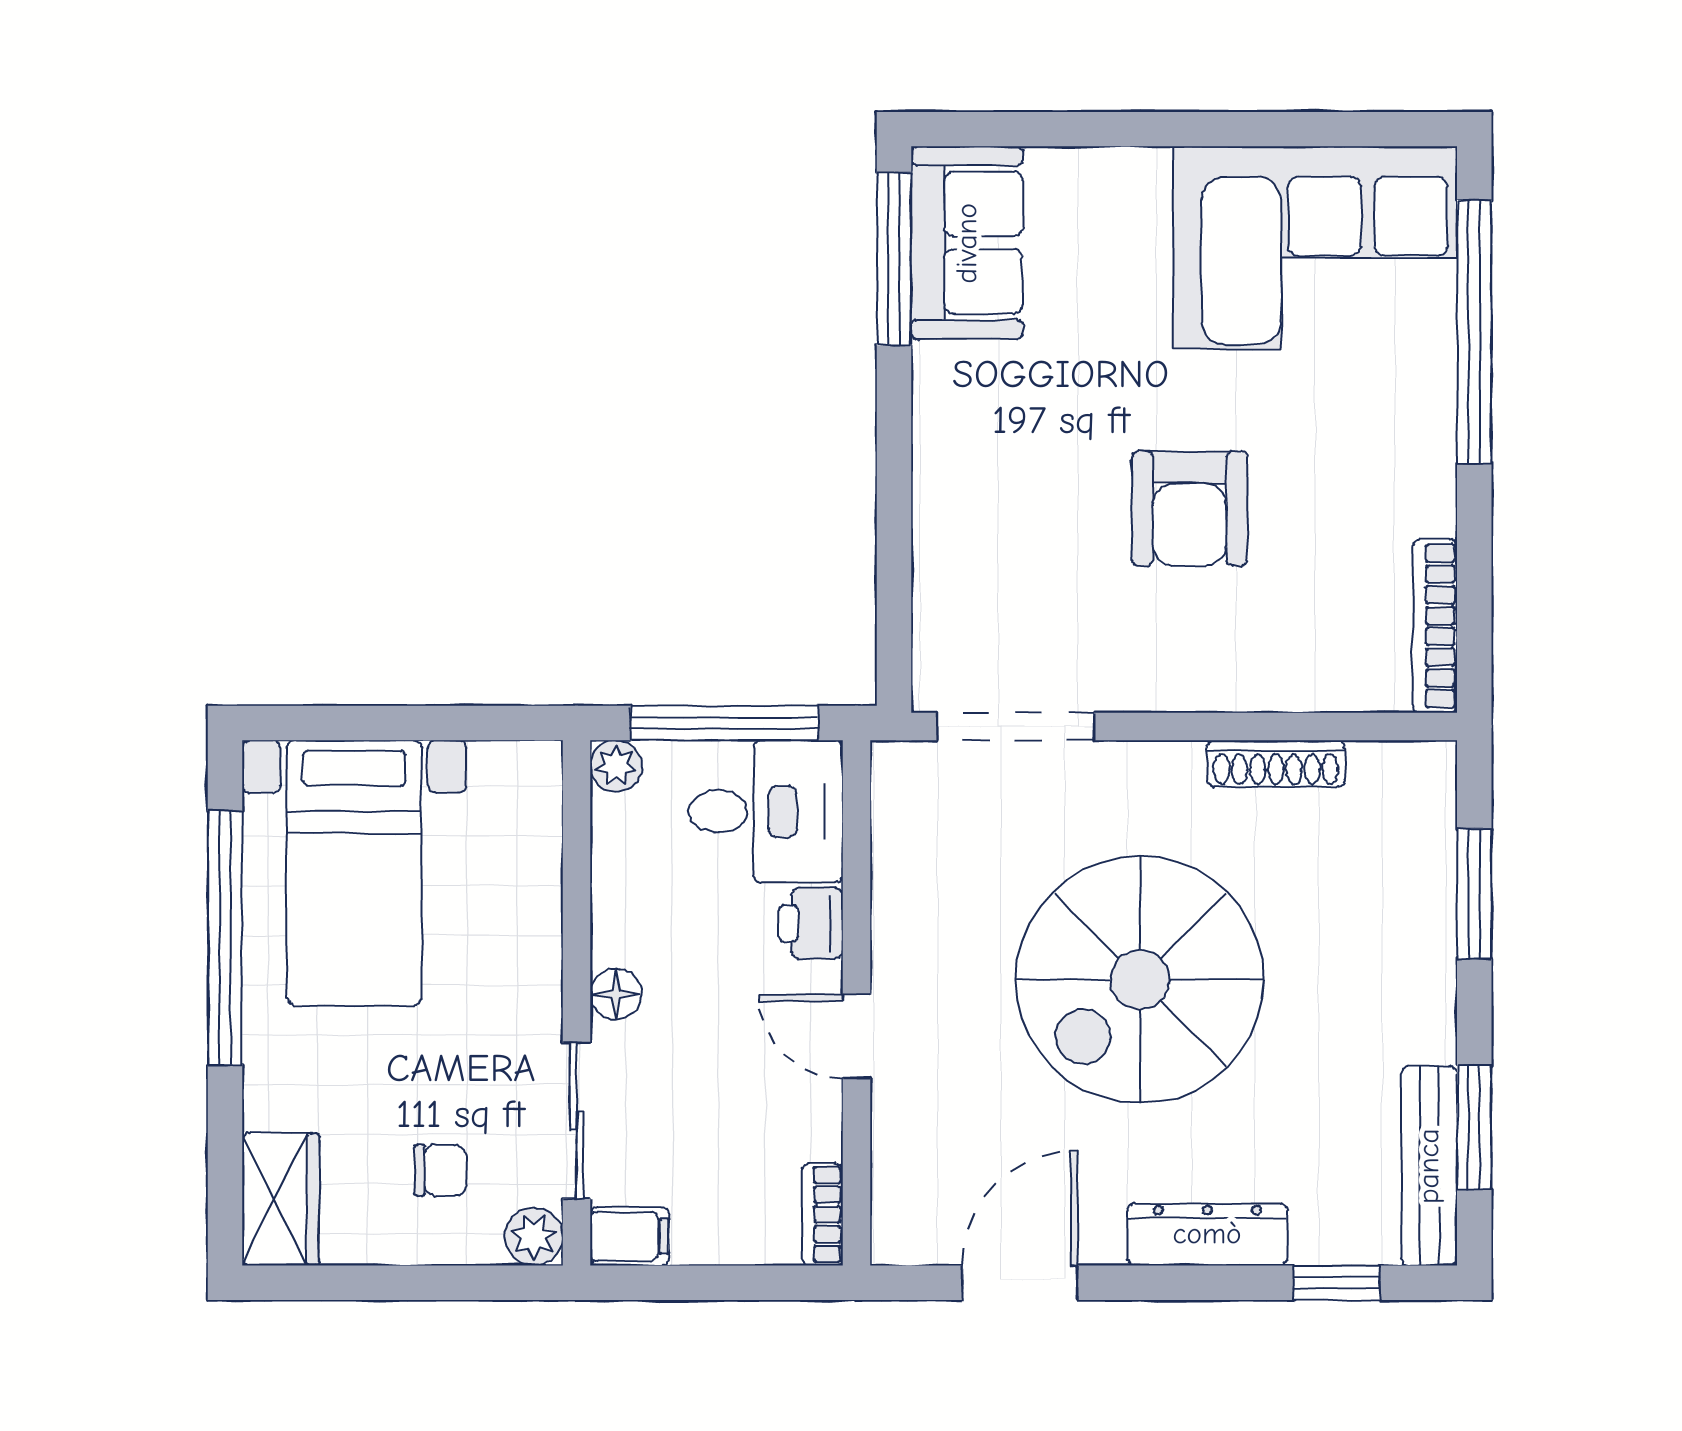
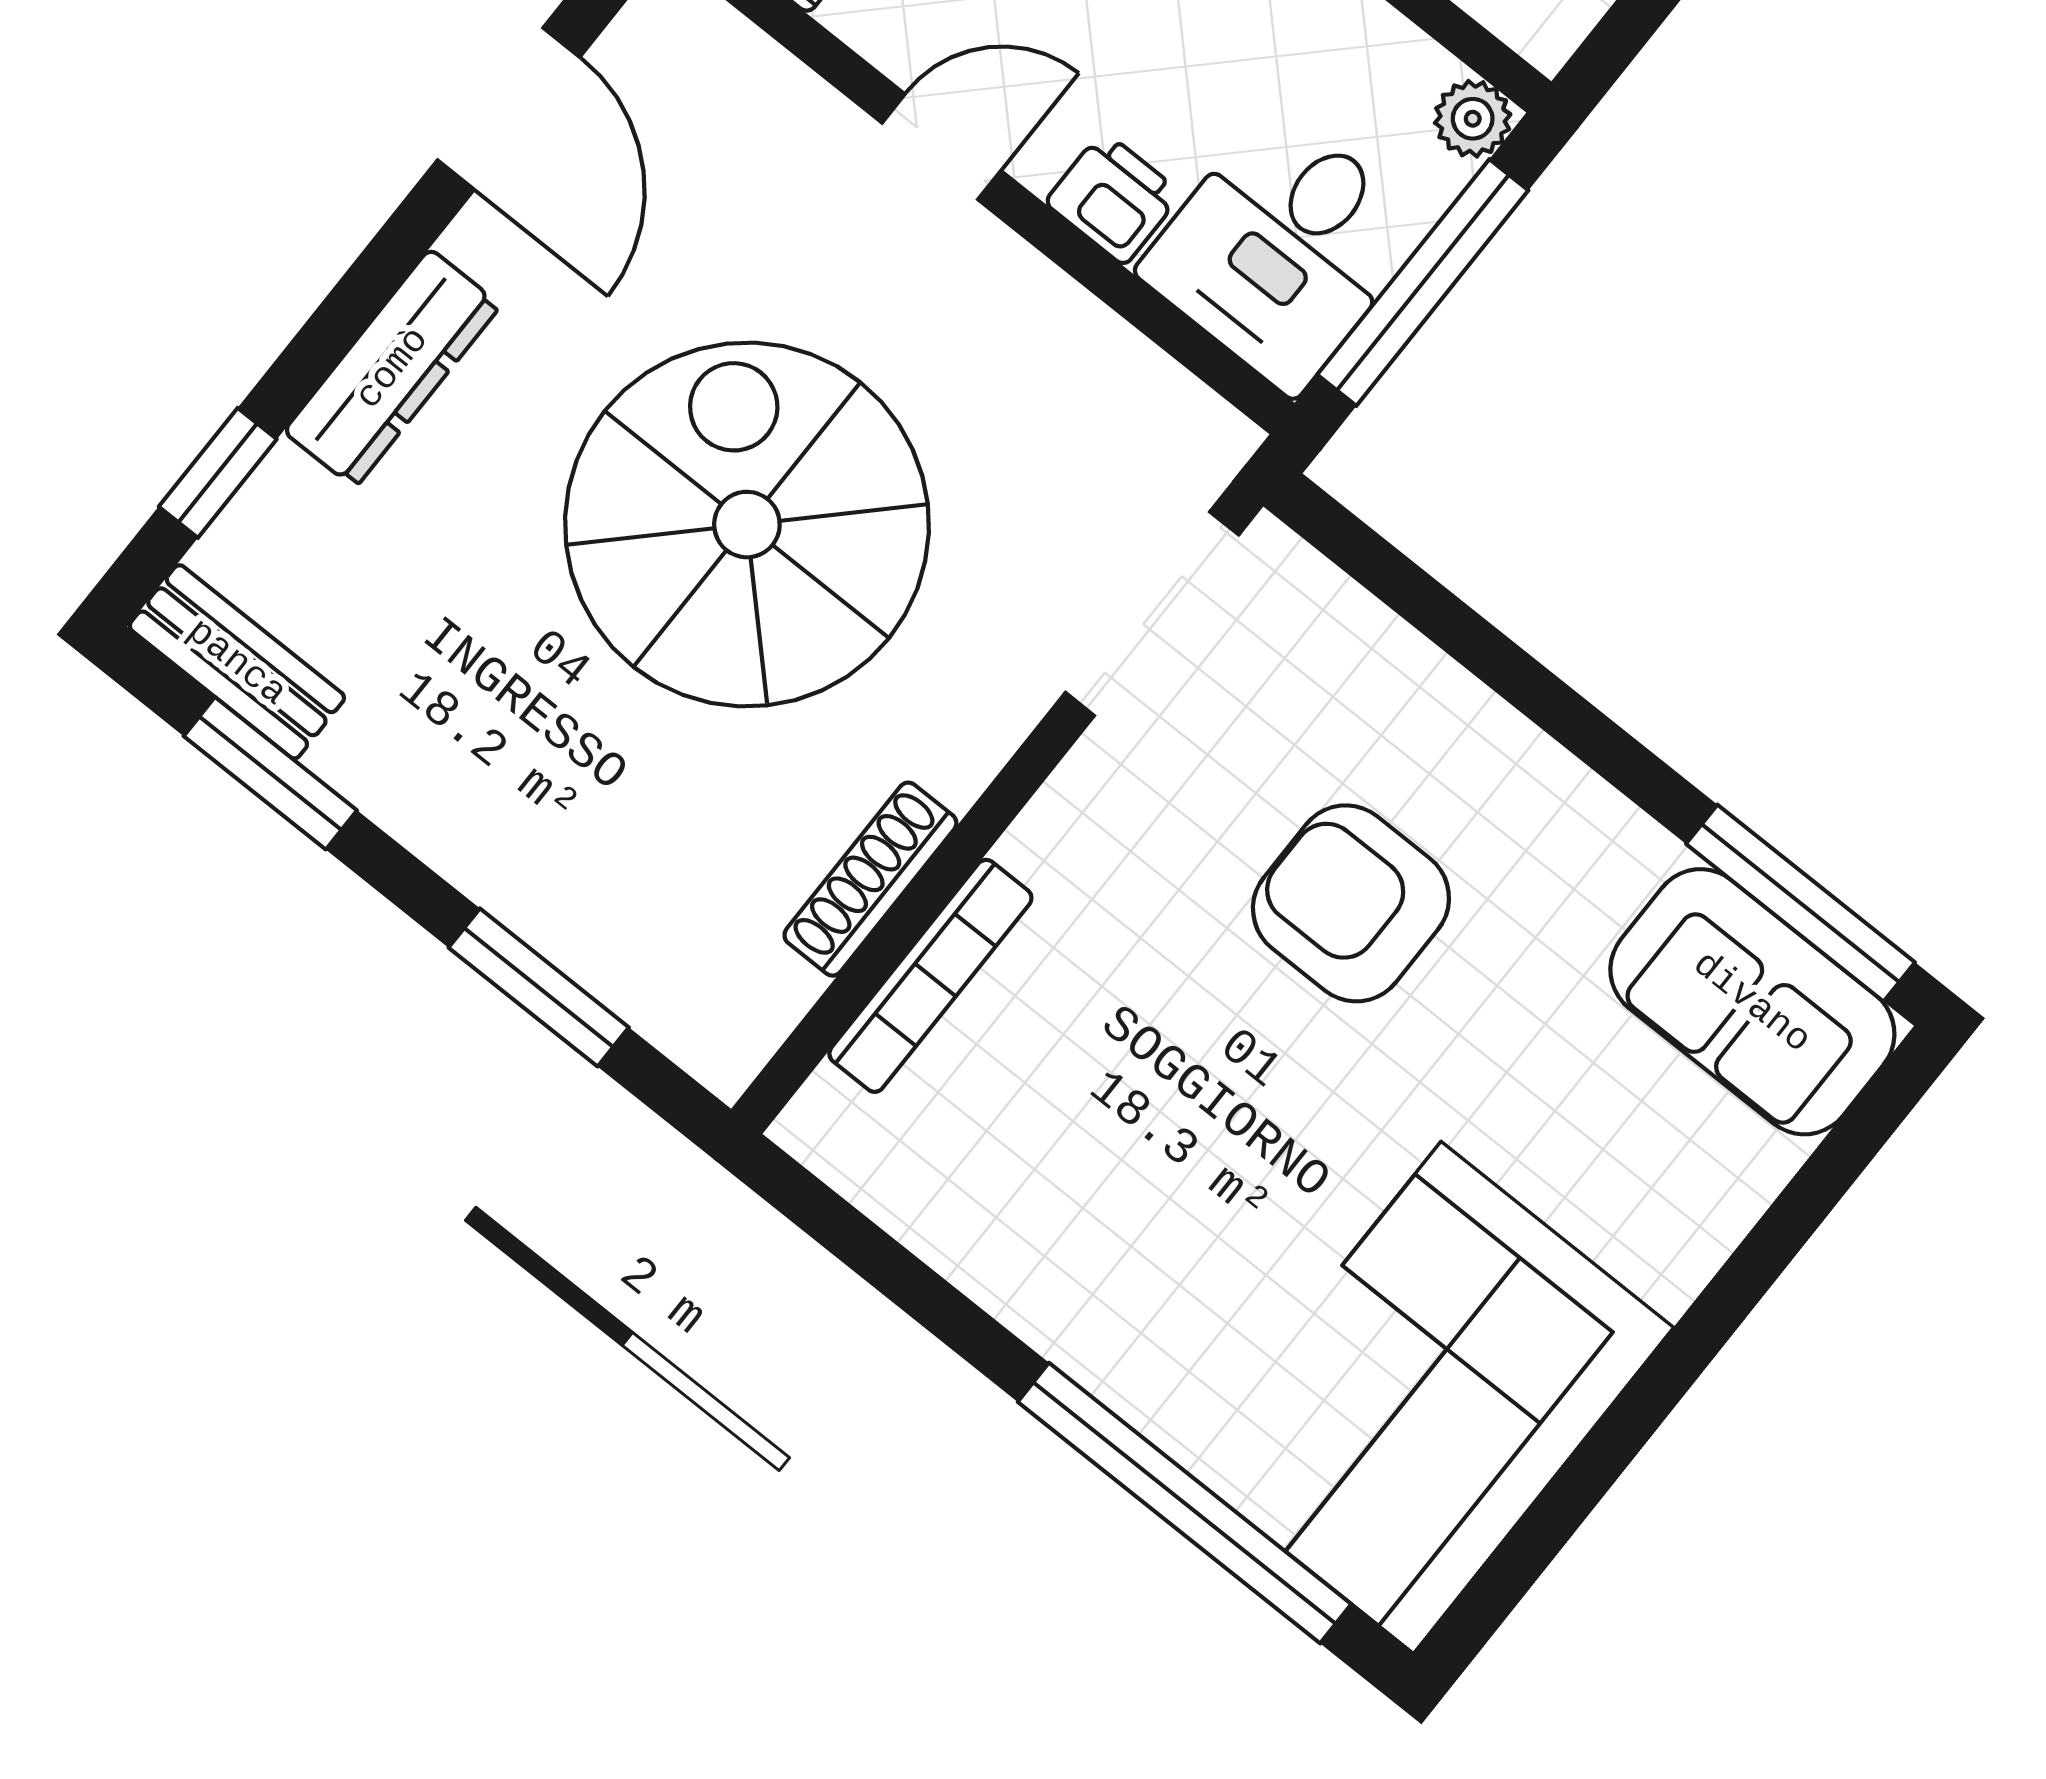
armchair: (1190, 509) -> (1351, 903), moved
bookcase: (1435, 626) -> (930, 976), moved, turned 90
bench: (1429, 1166) -> (237, 662), width x0.73

